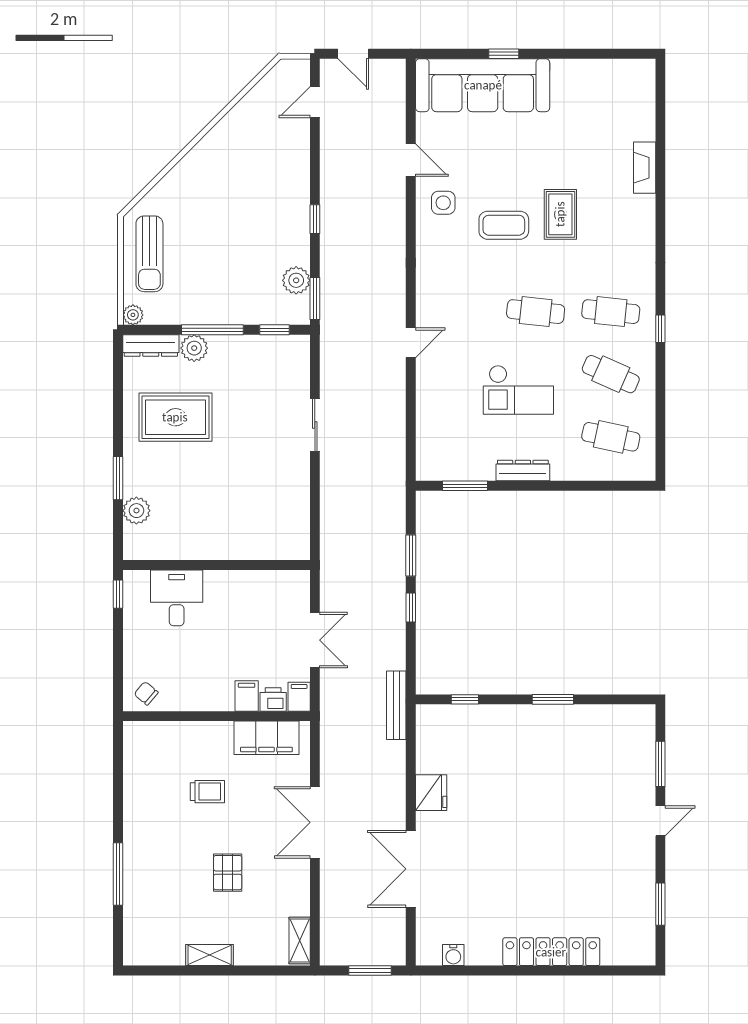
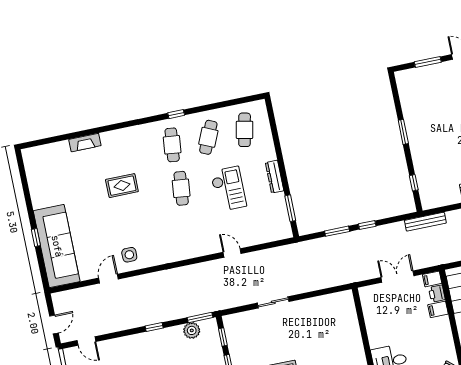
coffee table: (504, 225) -> (135, 217), removed
door: (411, 343) -> (232, 253), moved

